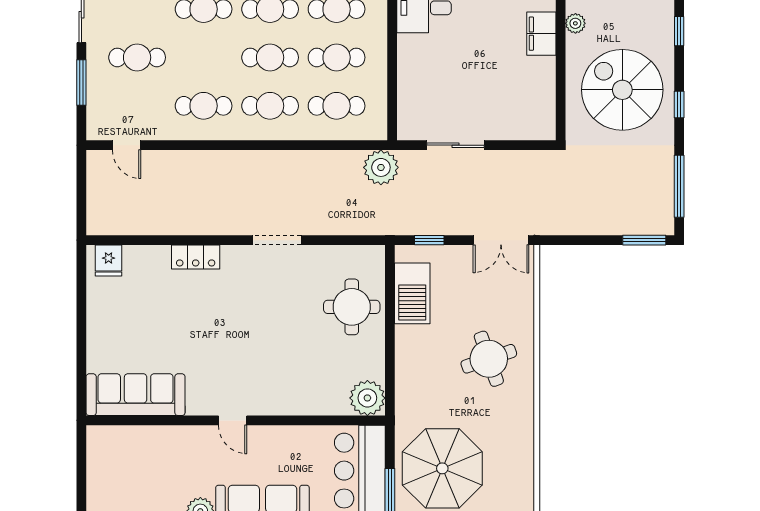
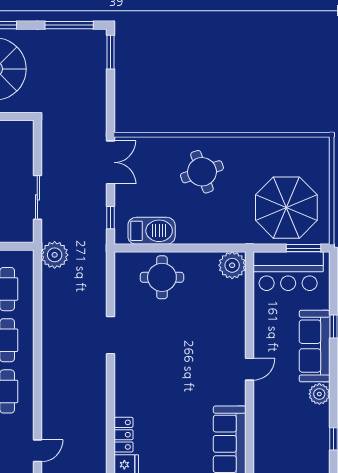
locker: (196, 257) -> (124, 435), moved

